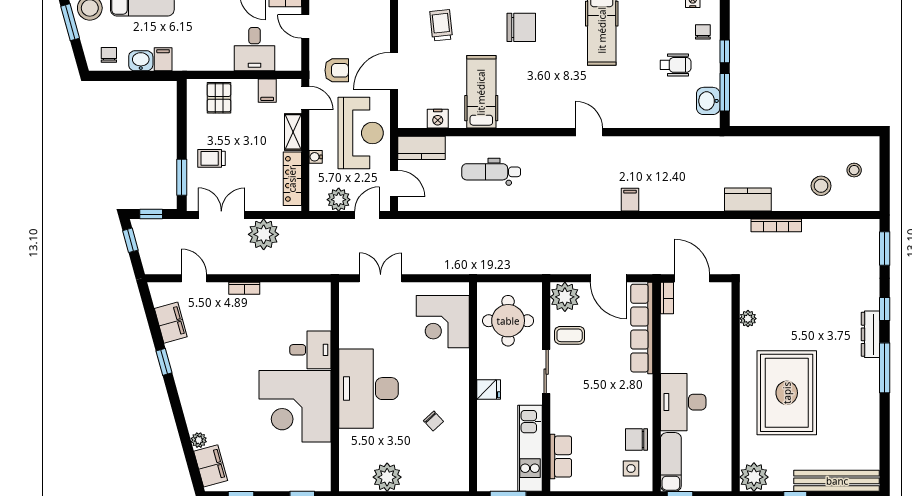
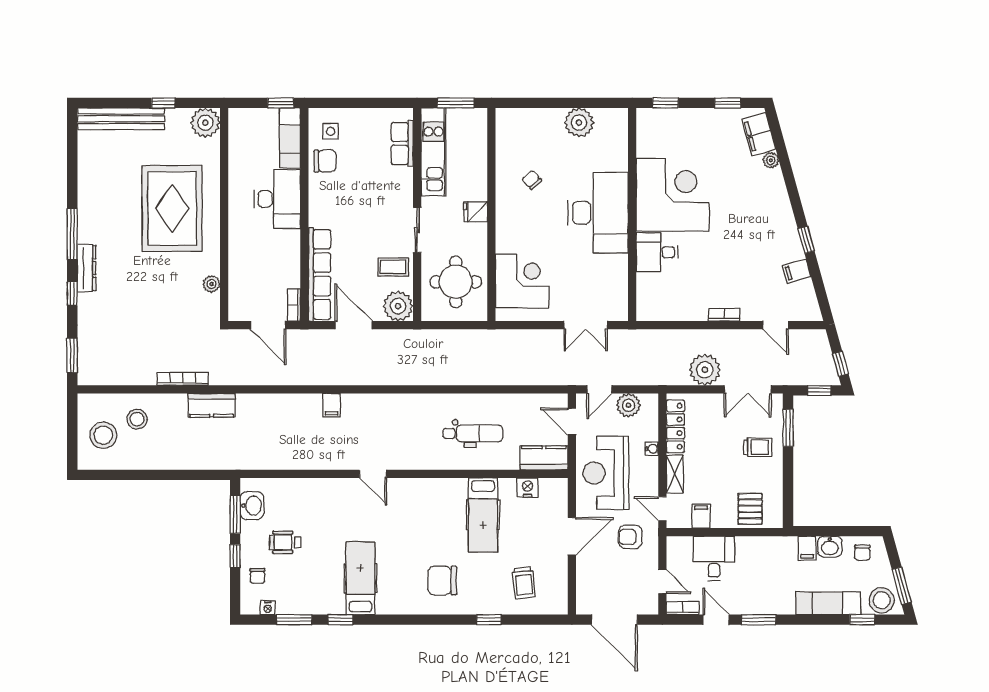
stool: (854, 170) -> (103, 435), width x1.89, depth x1.89
filing cabinet: (171, 323) -> (797, 271), width x0.50

